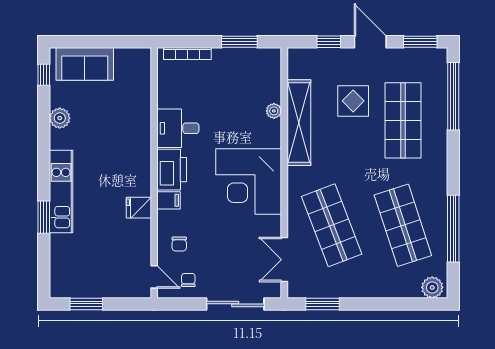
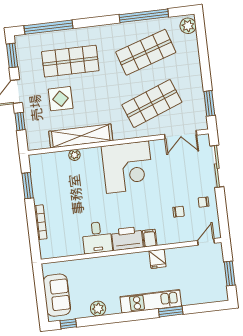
desk: (178, 128) -> (97, 238), moved
printer: (172, 170) -> (127, 238), moved
wall: (154, 173) -> (131, 251), moved
filing cabinet: (169, 200) -> (150, 238), moved
fridge: (139, 208) -> (158, 259), moved
door: (154, 277) -> (206, 242), moved

